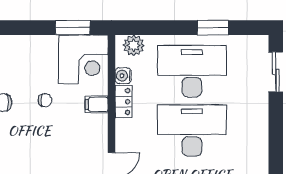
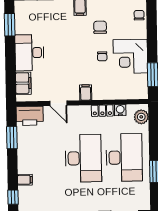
corner desk: (83, 59) -> (130, 56), moved
filing cabinet: (97, 104) -> (86, 92), moved

